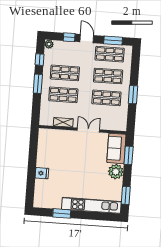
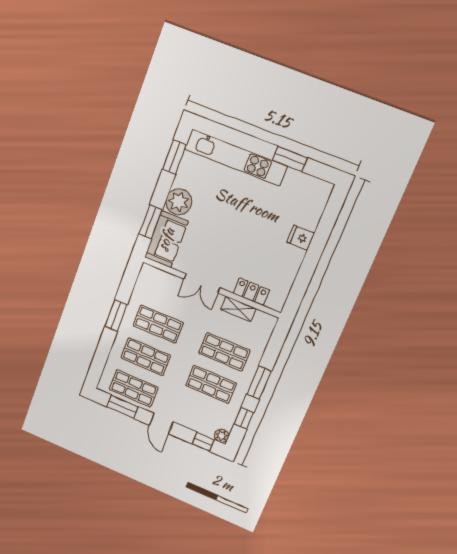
window: (69, 37) -> (203, 442), moved
locker: (59, 135) -> (251, 292), added

